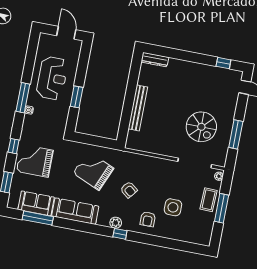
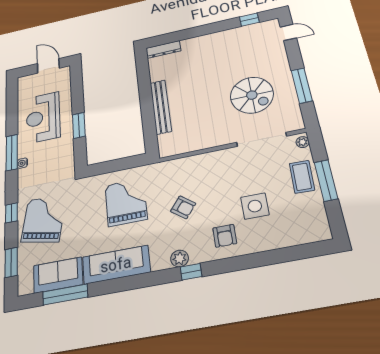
reception desk: (52, 78) -> (43, 117), turned 180
grand piano: (35, 161) -> (44, 220), turned 101
grand piano: (93, 171) -> (126, 202), turned 67

